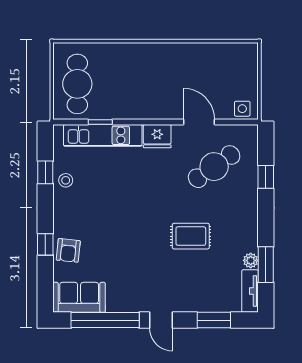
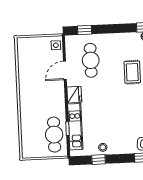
cafe table: (77, 84) -> (54, 135), moved, turned 90
cafe table: (214, 167) -> (91, 60), turned 35
window: (266, 177) -> (85, 30), moved

